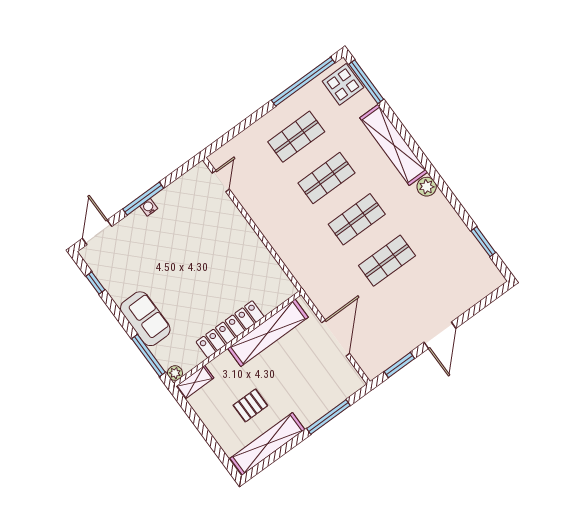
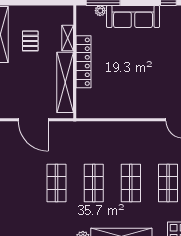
sofa: (145, 319) -> (133, 17), width x1.36
plant: (175, 373) -> (100, 11), moved
shelving: (195, 382) -> (68, 38), moved

